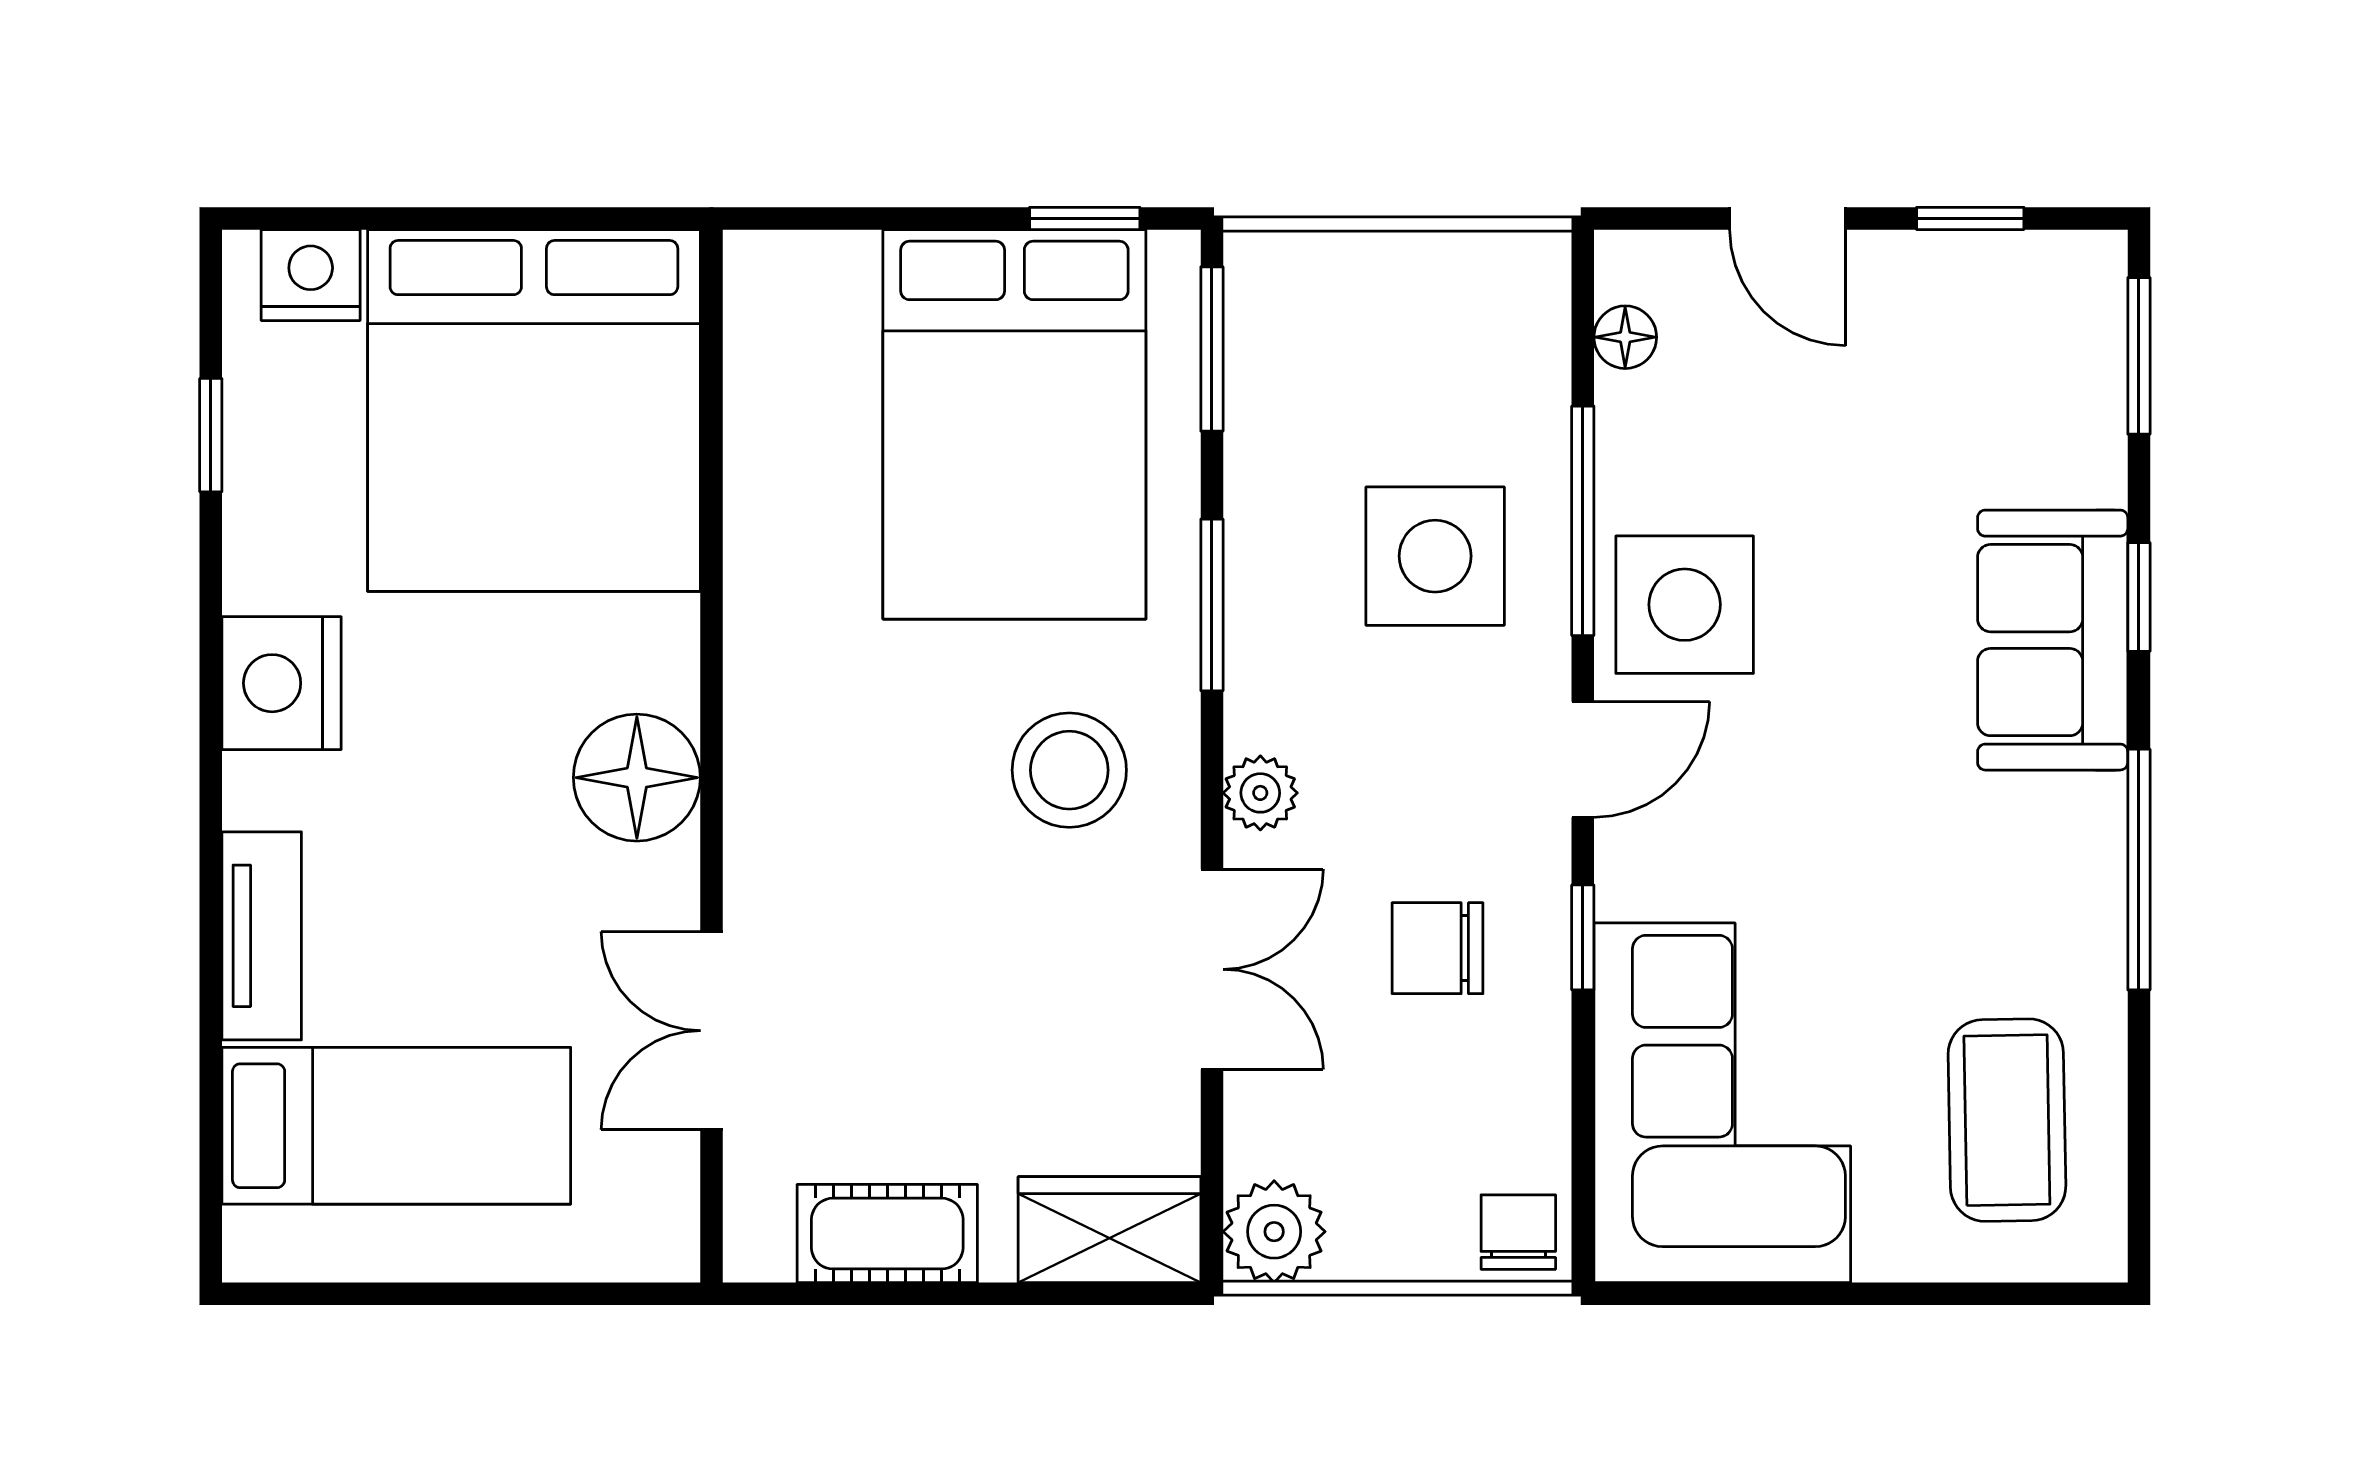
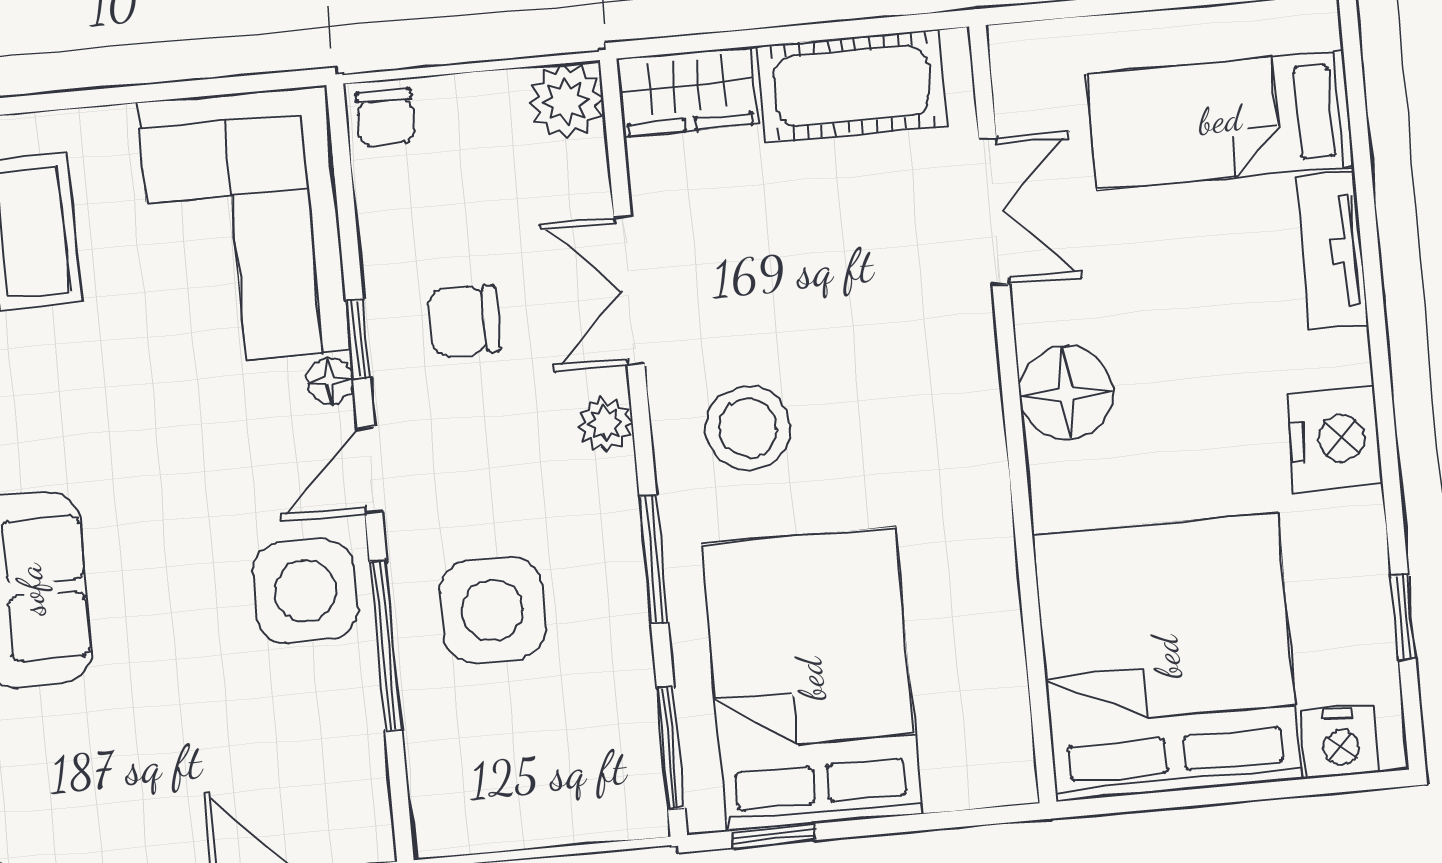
floor lamp: (1625, 337) -> (330, 381), moved
chair: (1437, 948) -> (464, 321), turned 180
cot: (887, 1234) -> (852, 86), width x1.37, depth x1.34

